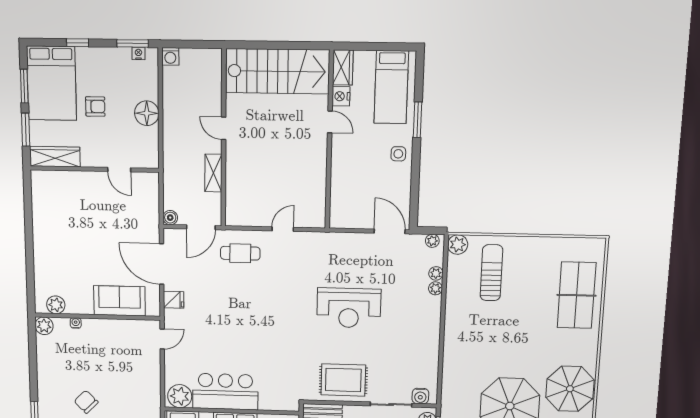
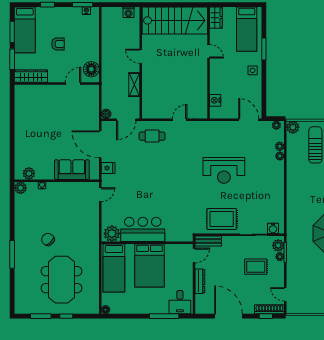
washing machine: (170, 56) -> (128, 12), moved
bed: (52, 83) -> (25, 30), width x0.67
nightstand: (341, 96) -> (215, 100), moved
floor lamp: (147, 113) -> (91, 69), moved
door: (119, 170) -> (73, 84), swing flipped

